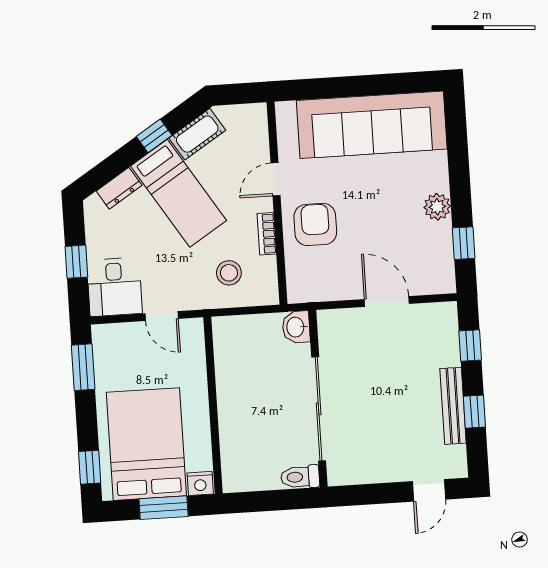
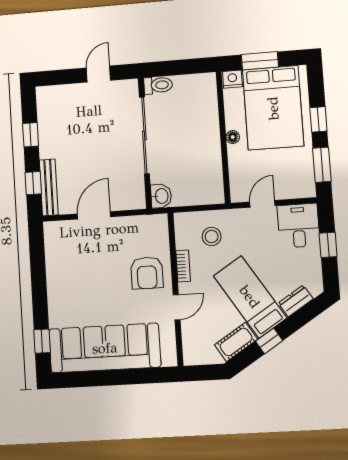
plant: (437, 207) -> (56, 286), removed
window: (464, 243) -> (42, 341), moved
door: (387, 301) -> (94, 215), swing flipped
door: (162, 316) -> (262, 204), hinge flipped
floor lamp: (200, 405) -> (233, 137), added
bench: (453, 406) -> (49, 187), moved
window: (90, 467) -> (318, 119), moved
door: (429, 490) -> (98, 74), moved

